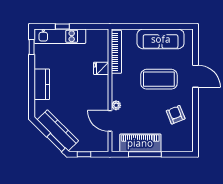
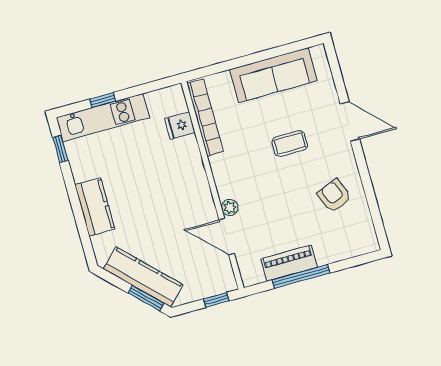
fridge: (101, 68) -> (180, 126), moved
coffee table: (159, 79) -> (290, 144), width x0.54, depth x0.58
piano: (140, 143) -> (289, 263), width x0.73, depth x0.75
window: (84, 154) -> (216, 300), moved

